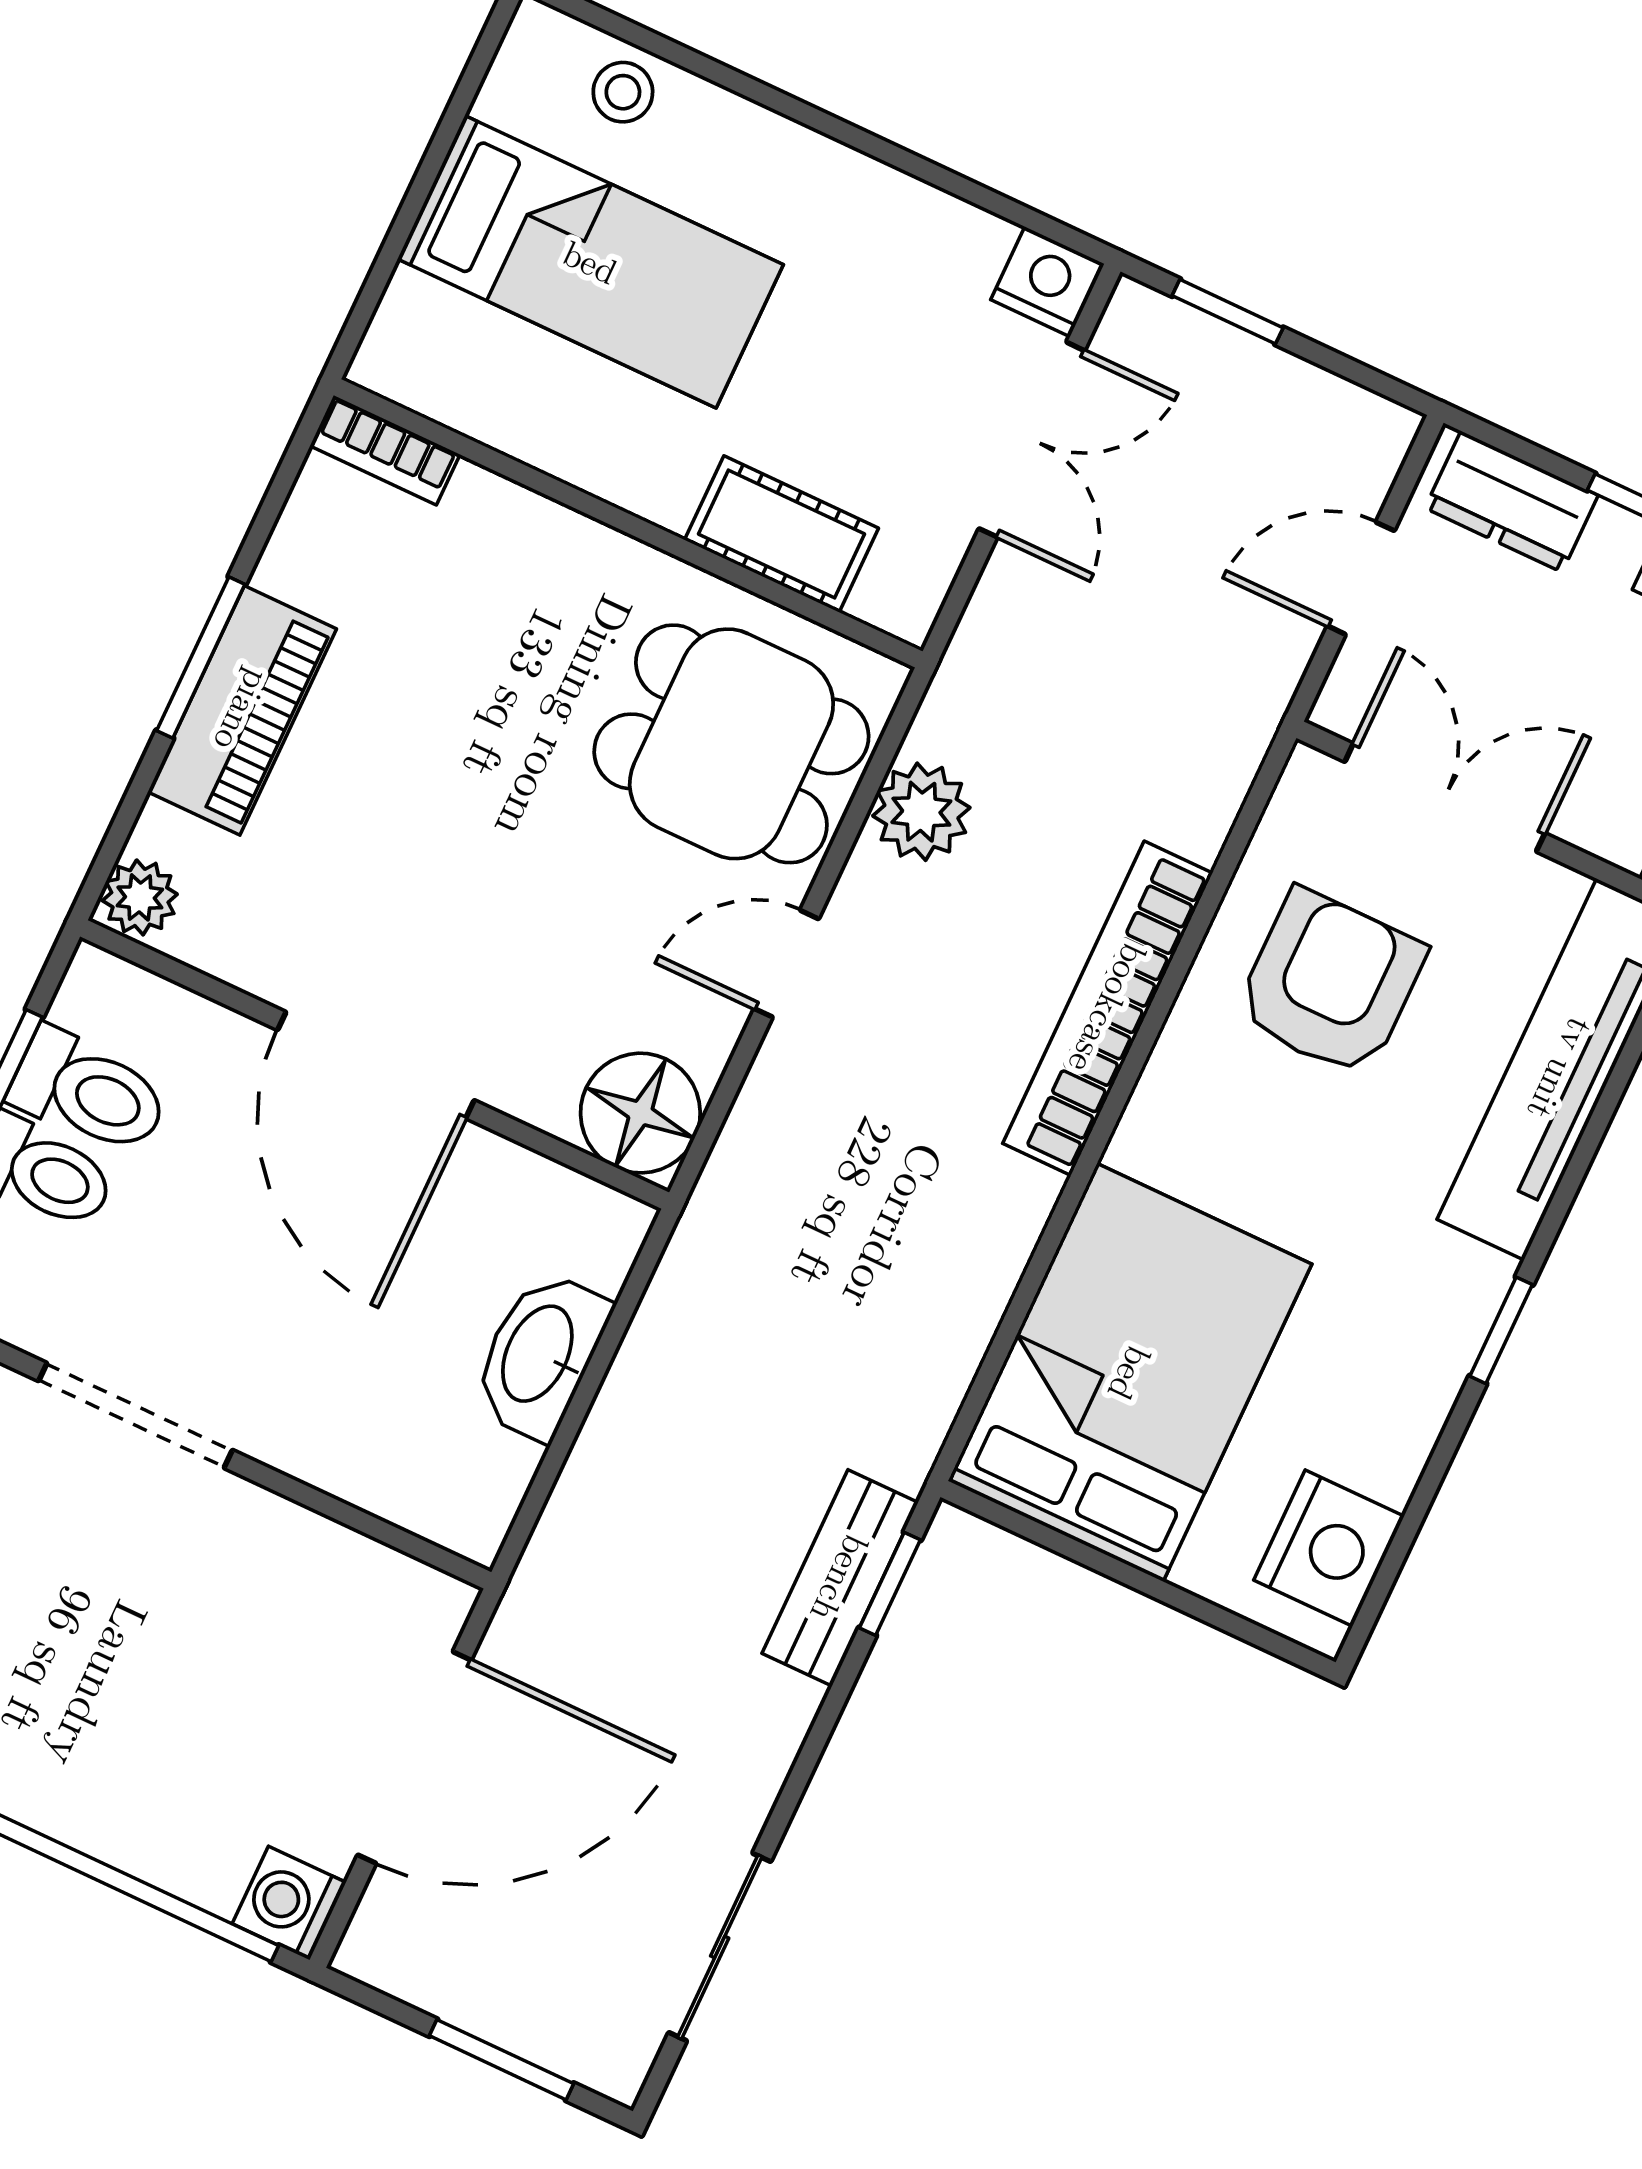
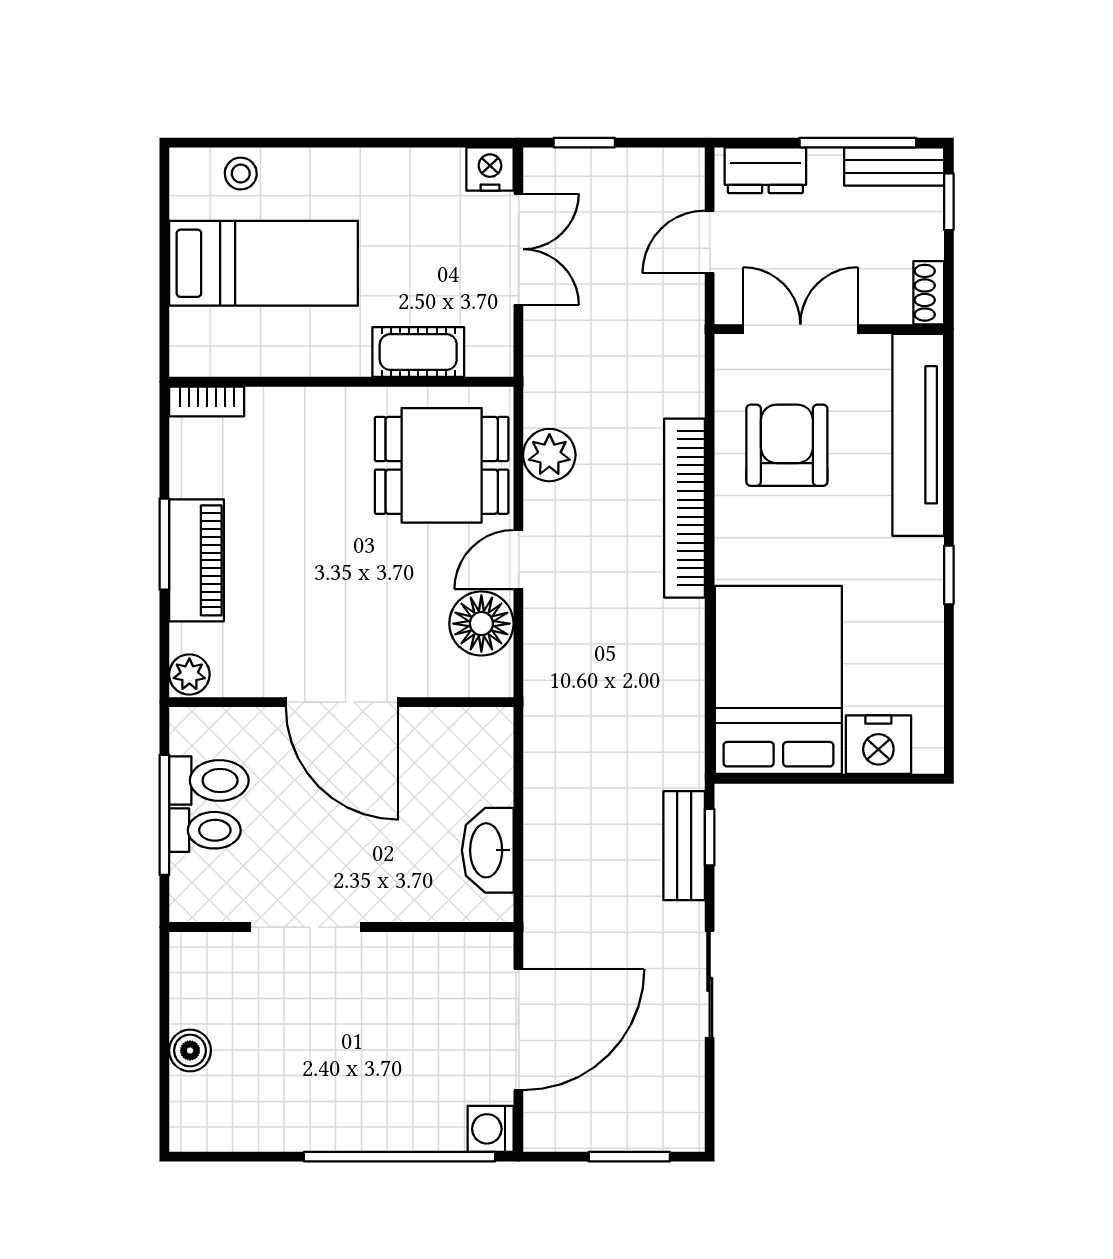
floor lamp: (640, 1113) -> (481, 624), moved
washbasin: (540, 1355) -> (488, 850), moved
nightstand: (1329, 1548) -> (878, 745), moved, turned 90
sliding door: (720, 1947) -> (710, 984), moved

